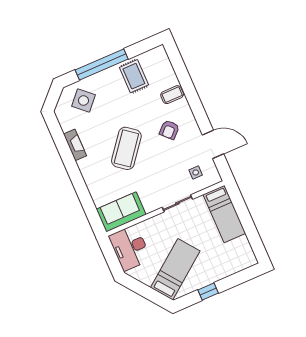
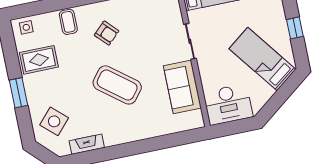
window: (102, 64) -> (18, 93), width x0.47
fireplace: (75, 145) -> (87, 144), moved
side table: (196, 172) -> (26, 27), moved
sofa: (121, 212) -> (182, 87), moved

